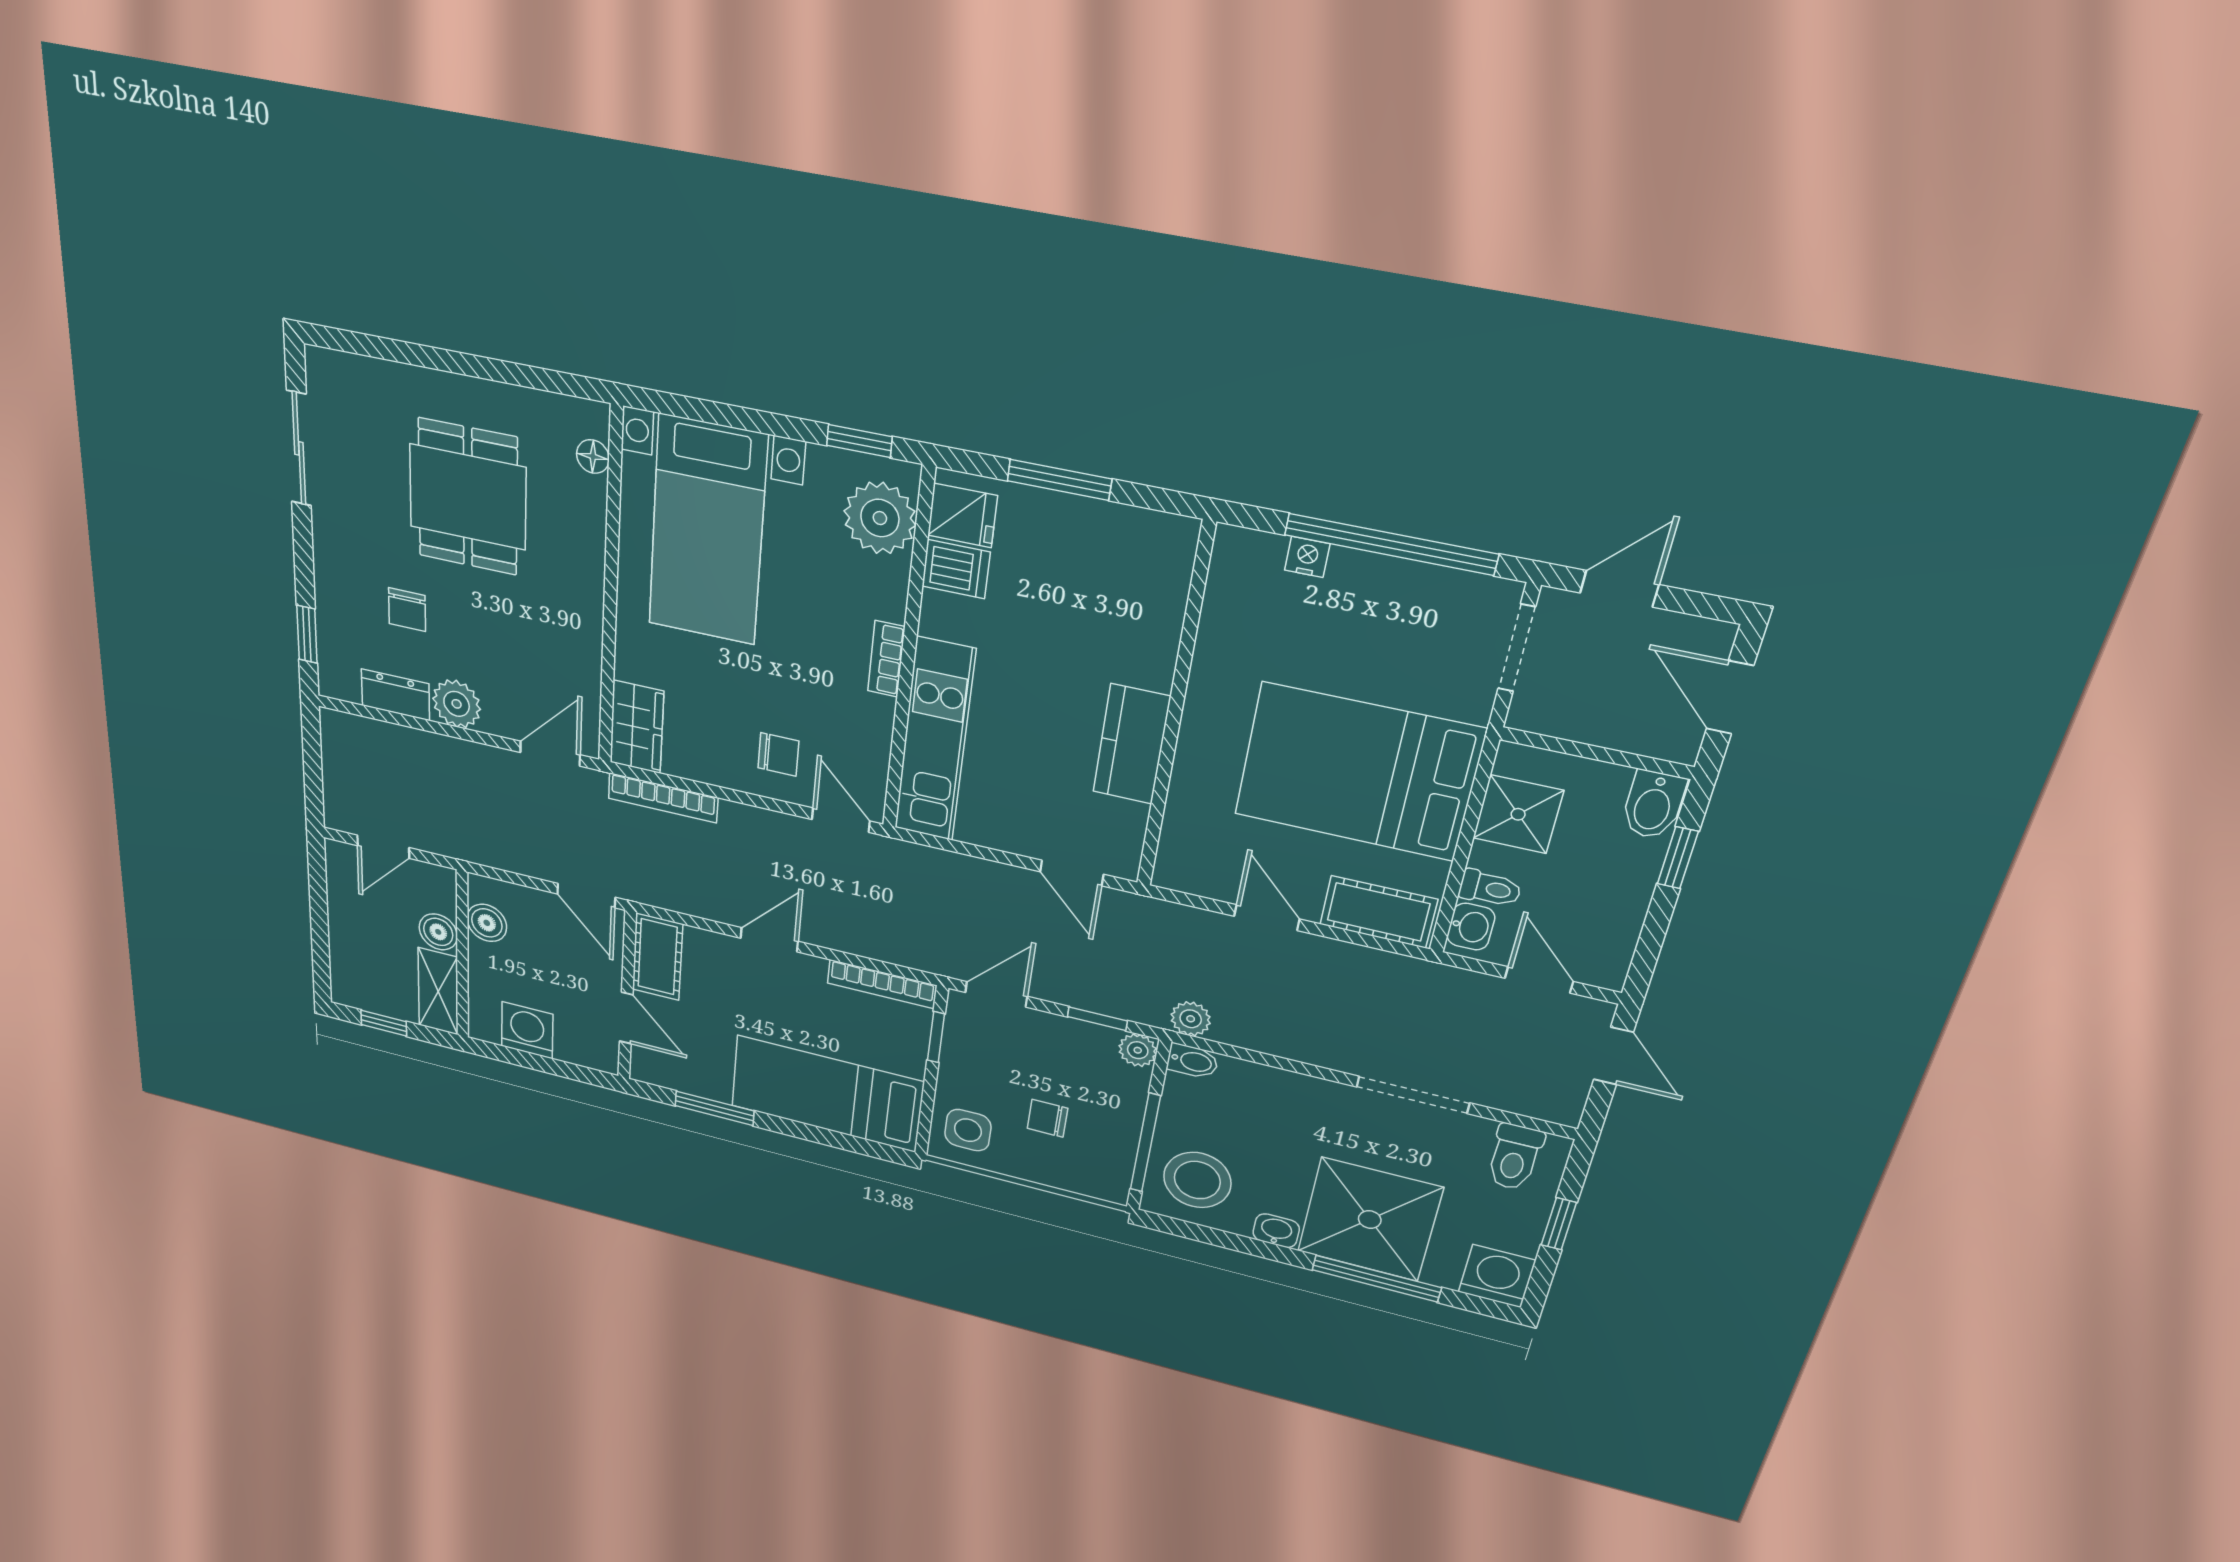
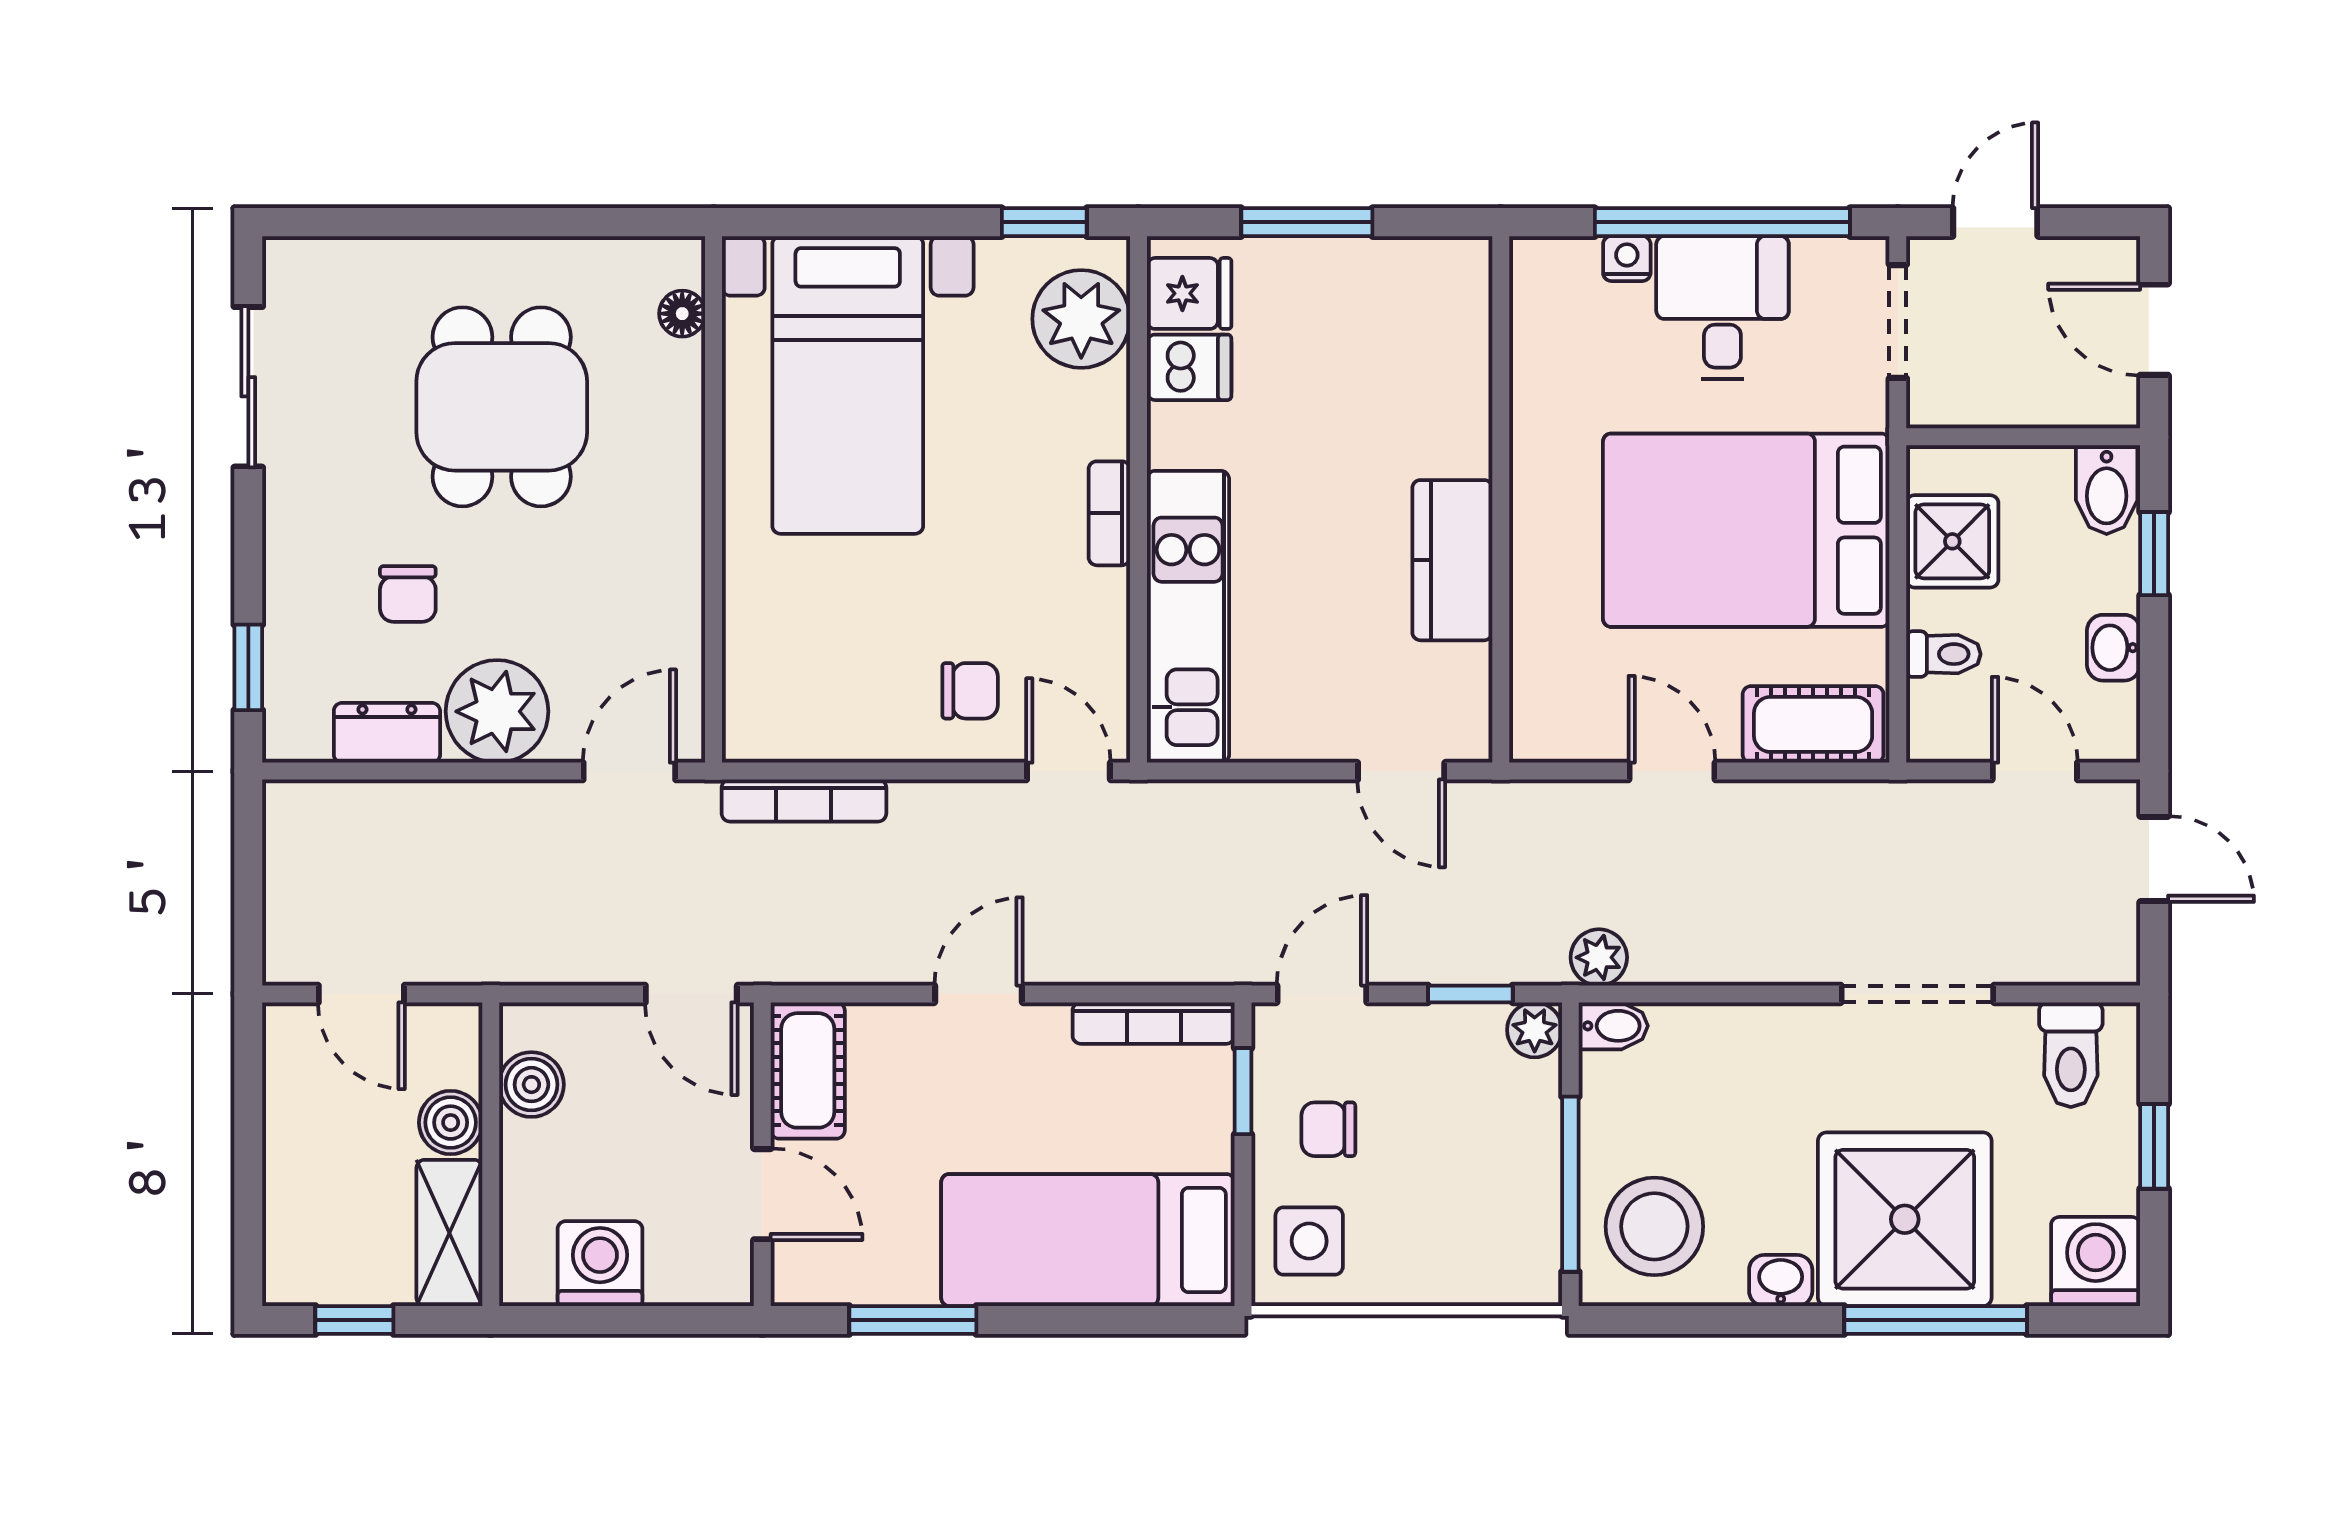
desk: (1376, 609) -> (1722, 308), added
plant: (457, 704) -> (497, 711), width x1.36, depth x1.36
wardrobe: (637, 727) -> (760, 697), removed
door: (383, 847) -> (361, 994), hinge flipped
washbasin: (1471, 927) -> (2114, 648), moved, turned 180
chair: (1047, 1118) -> (1328, 1129), moved

